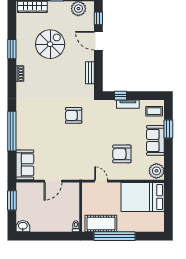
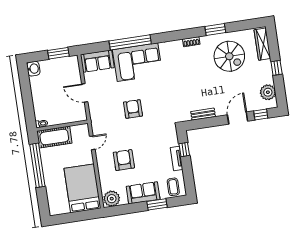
spiral stairs: (50, 44) -> (229, 56), moved
armchair: (74, 115) -> (133, 109), moved
corner sofa: (32, 127) -> (137, 62), added
cot: (101, 223) -> (54, 137), moved, turned 90

